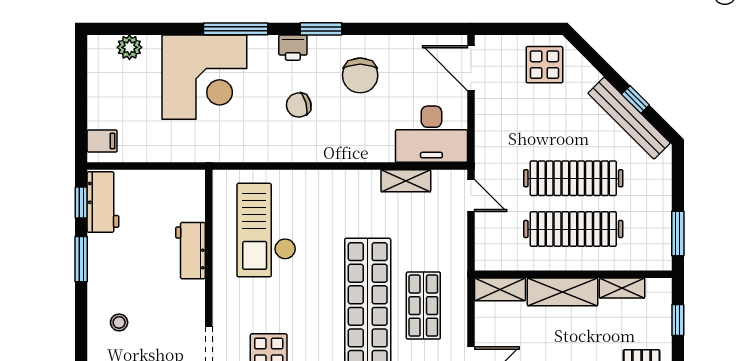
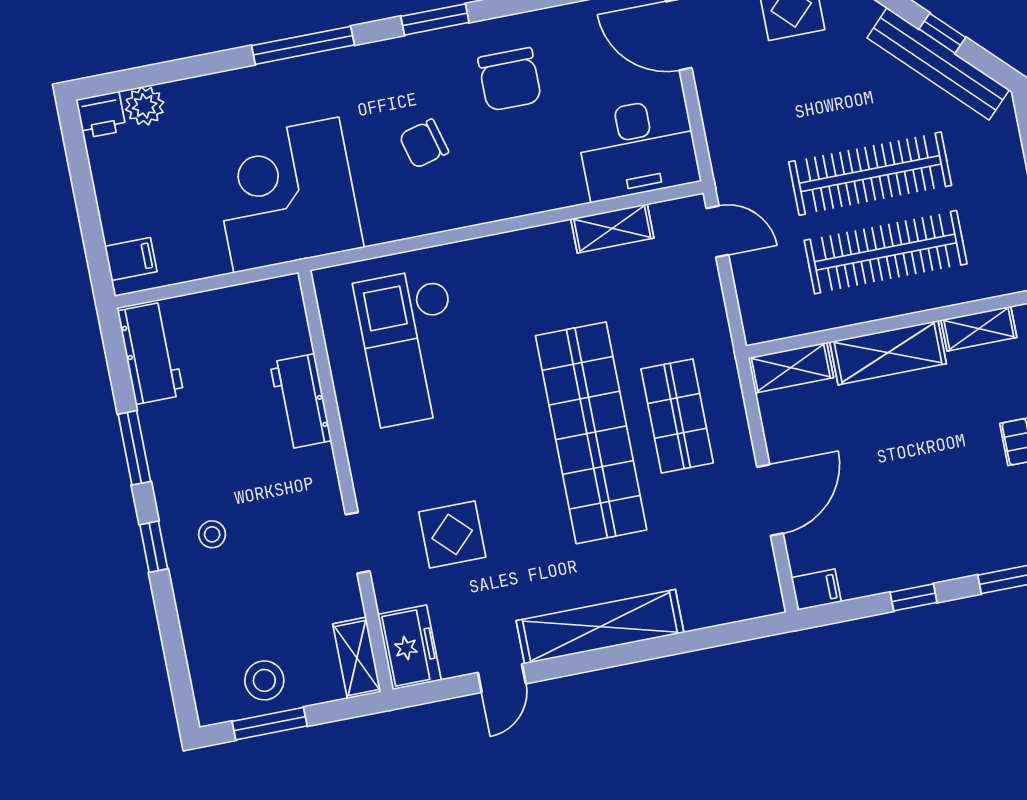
printer: (293, 48) -> (101, 115), moved
corner desk: (204, 77) -> (286, 195), moved, turned 180
window: (81, 202) -> (154, 547), moved

